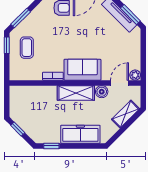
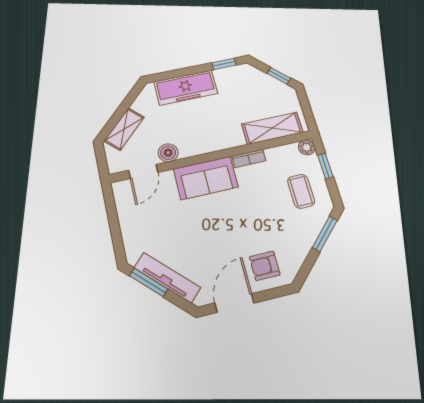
window: (7, 45) -> (325, 166), moved
plant: (135, 75) -> (307, 147), moved
shelving: (76, 93) -> (272, 128), moved

